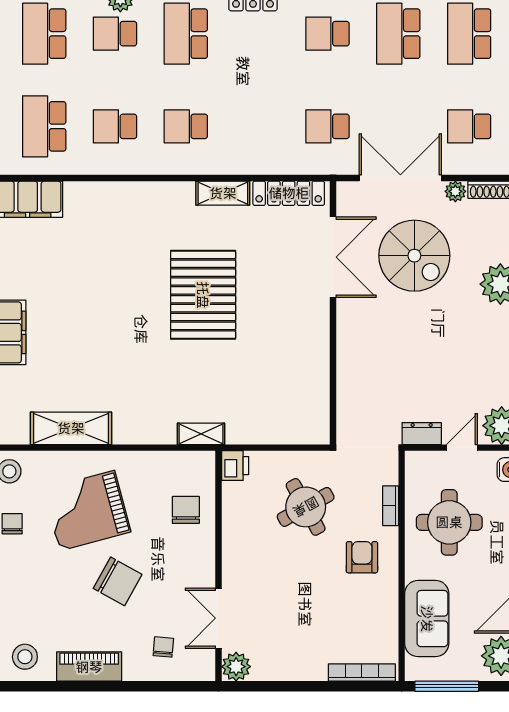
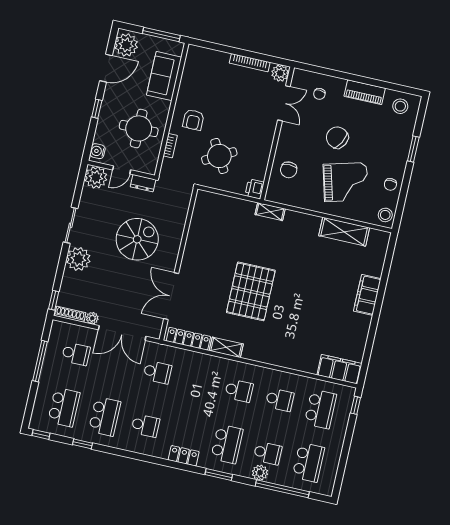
spiral stairs: (414, 256) -> (137, 239), moved, turned 90
bookcase: (362, 673) -> (250, 63), moved

